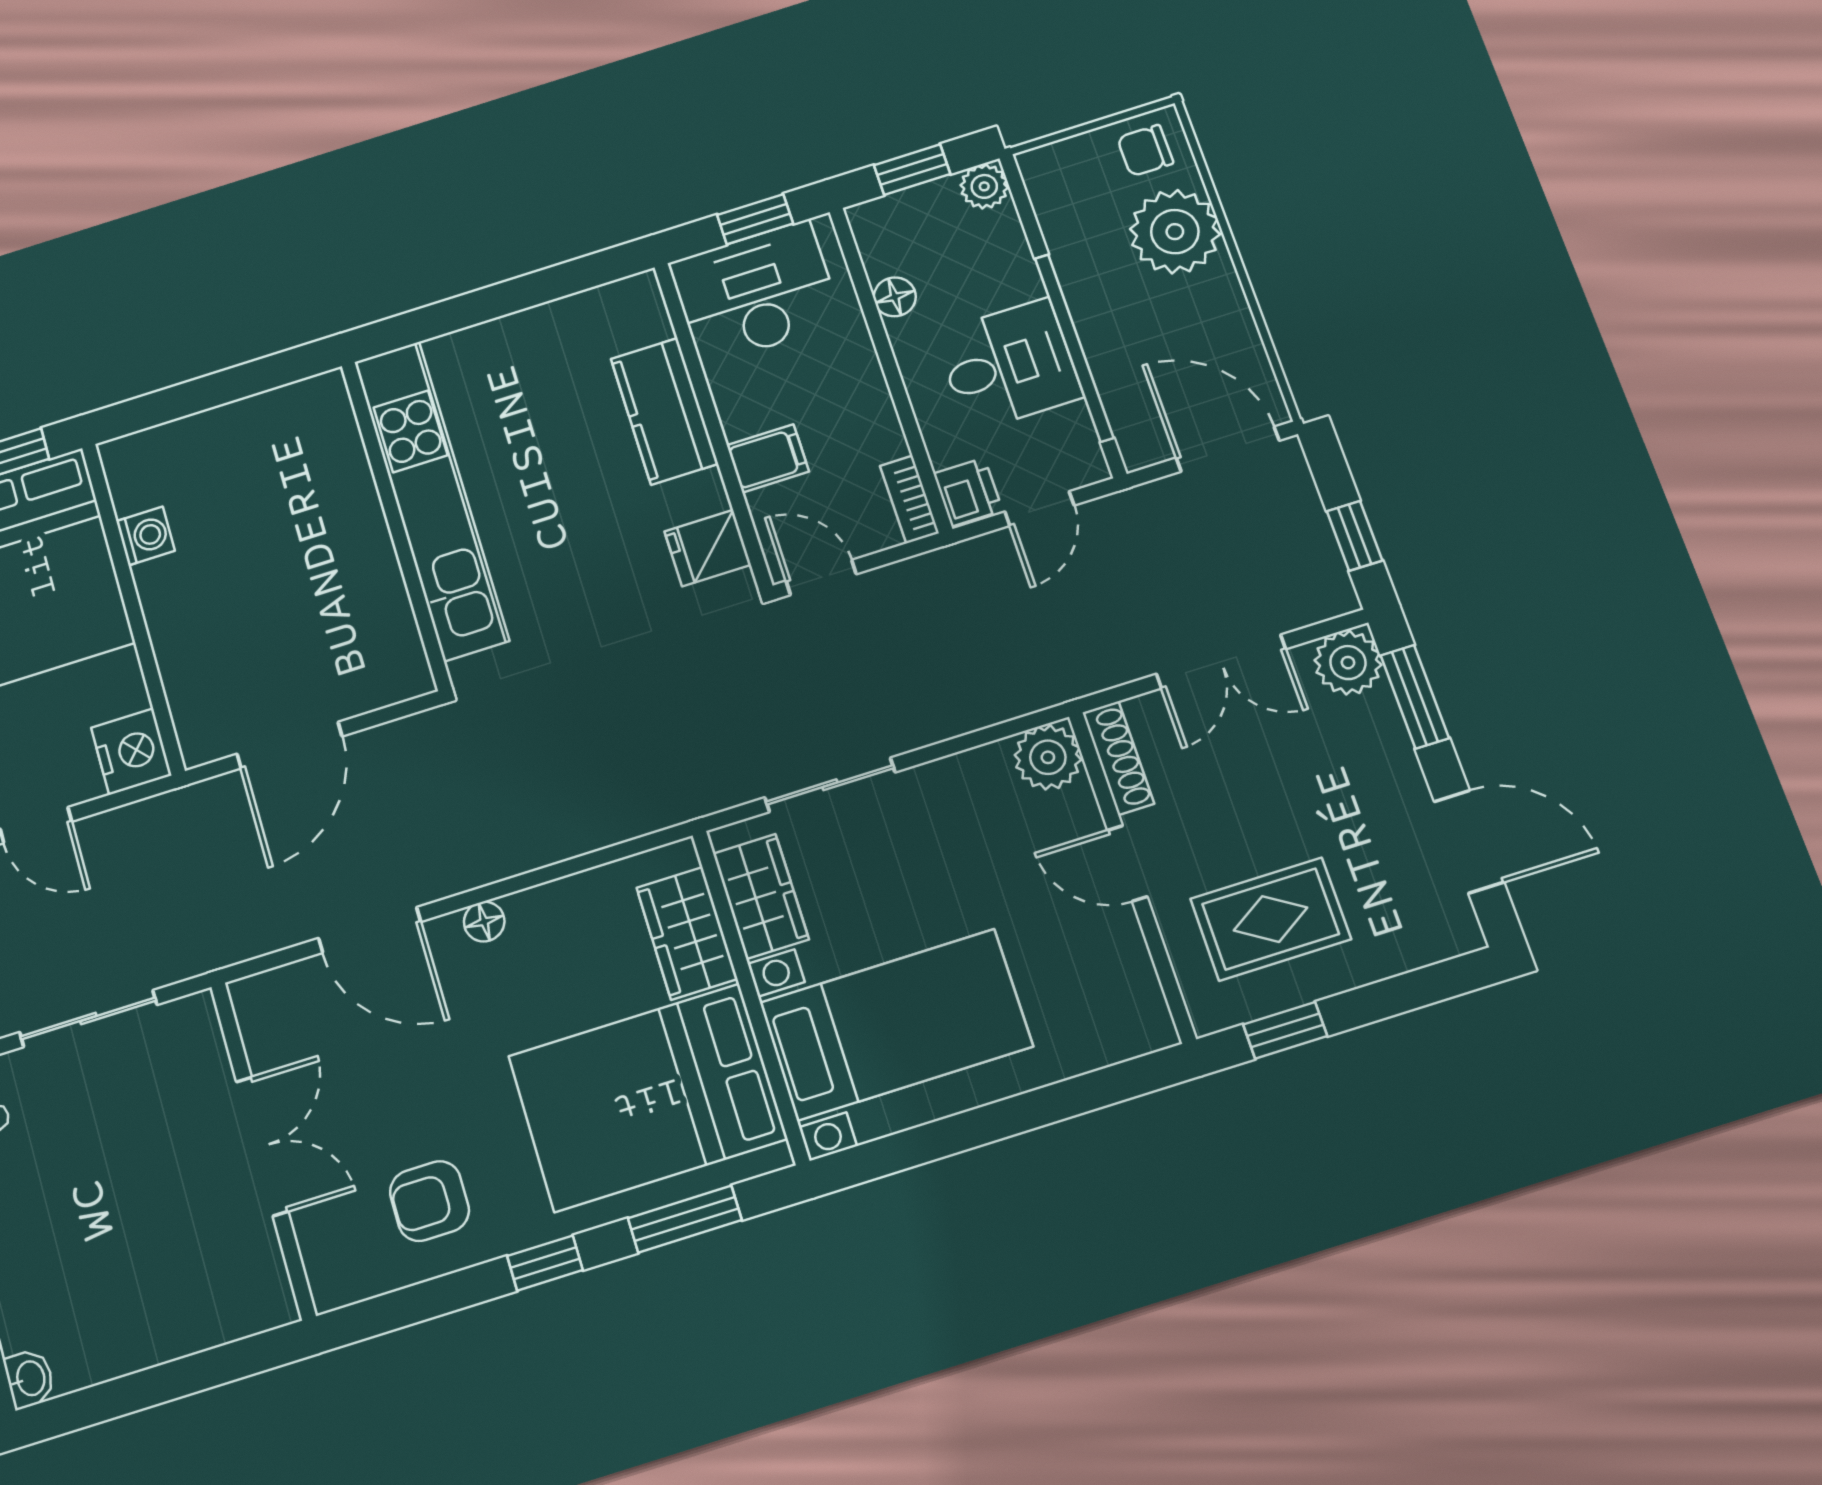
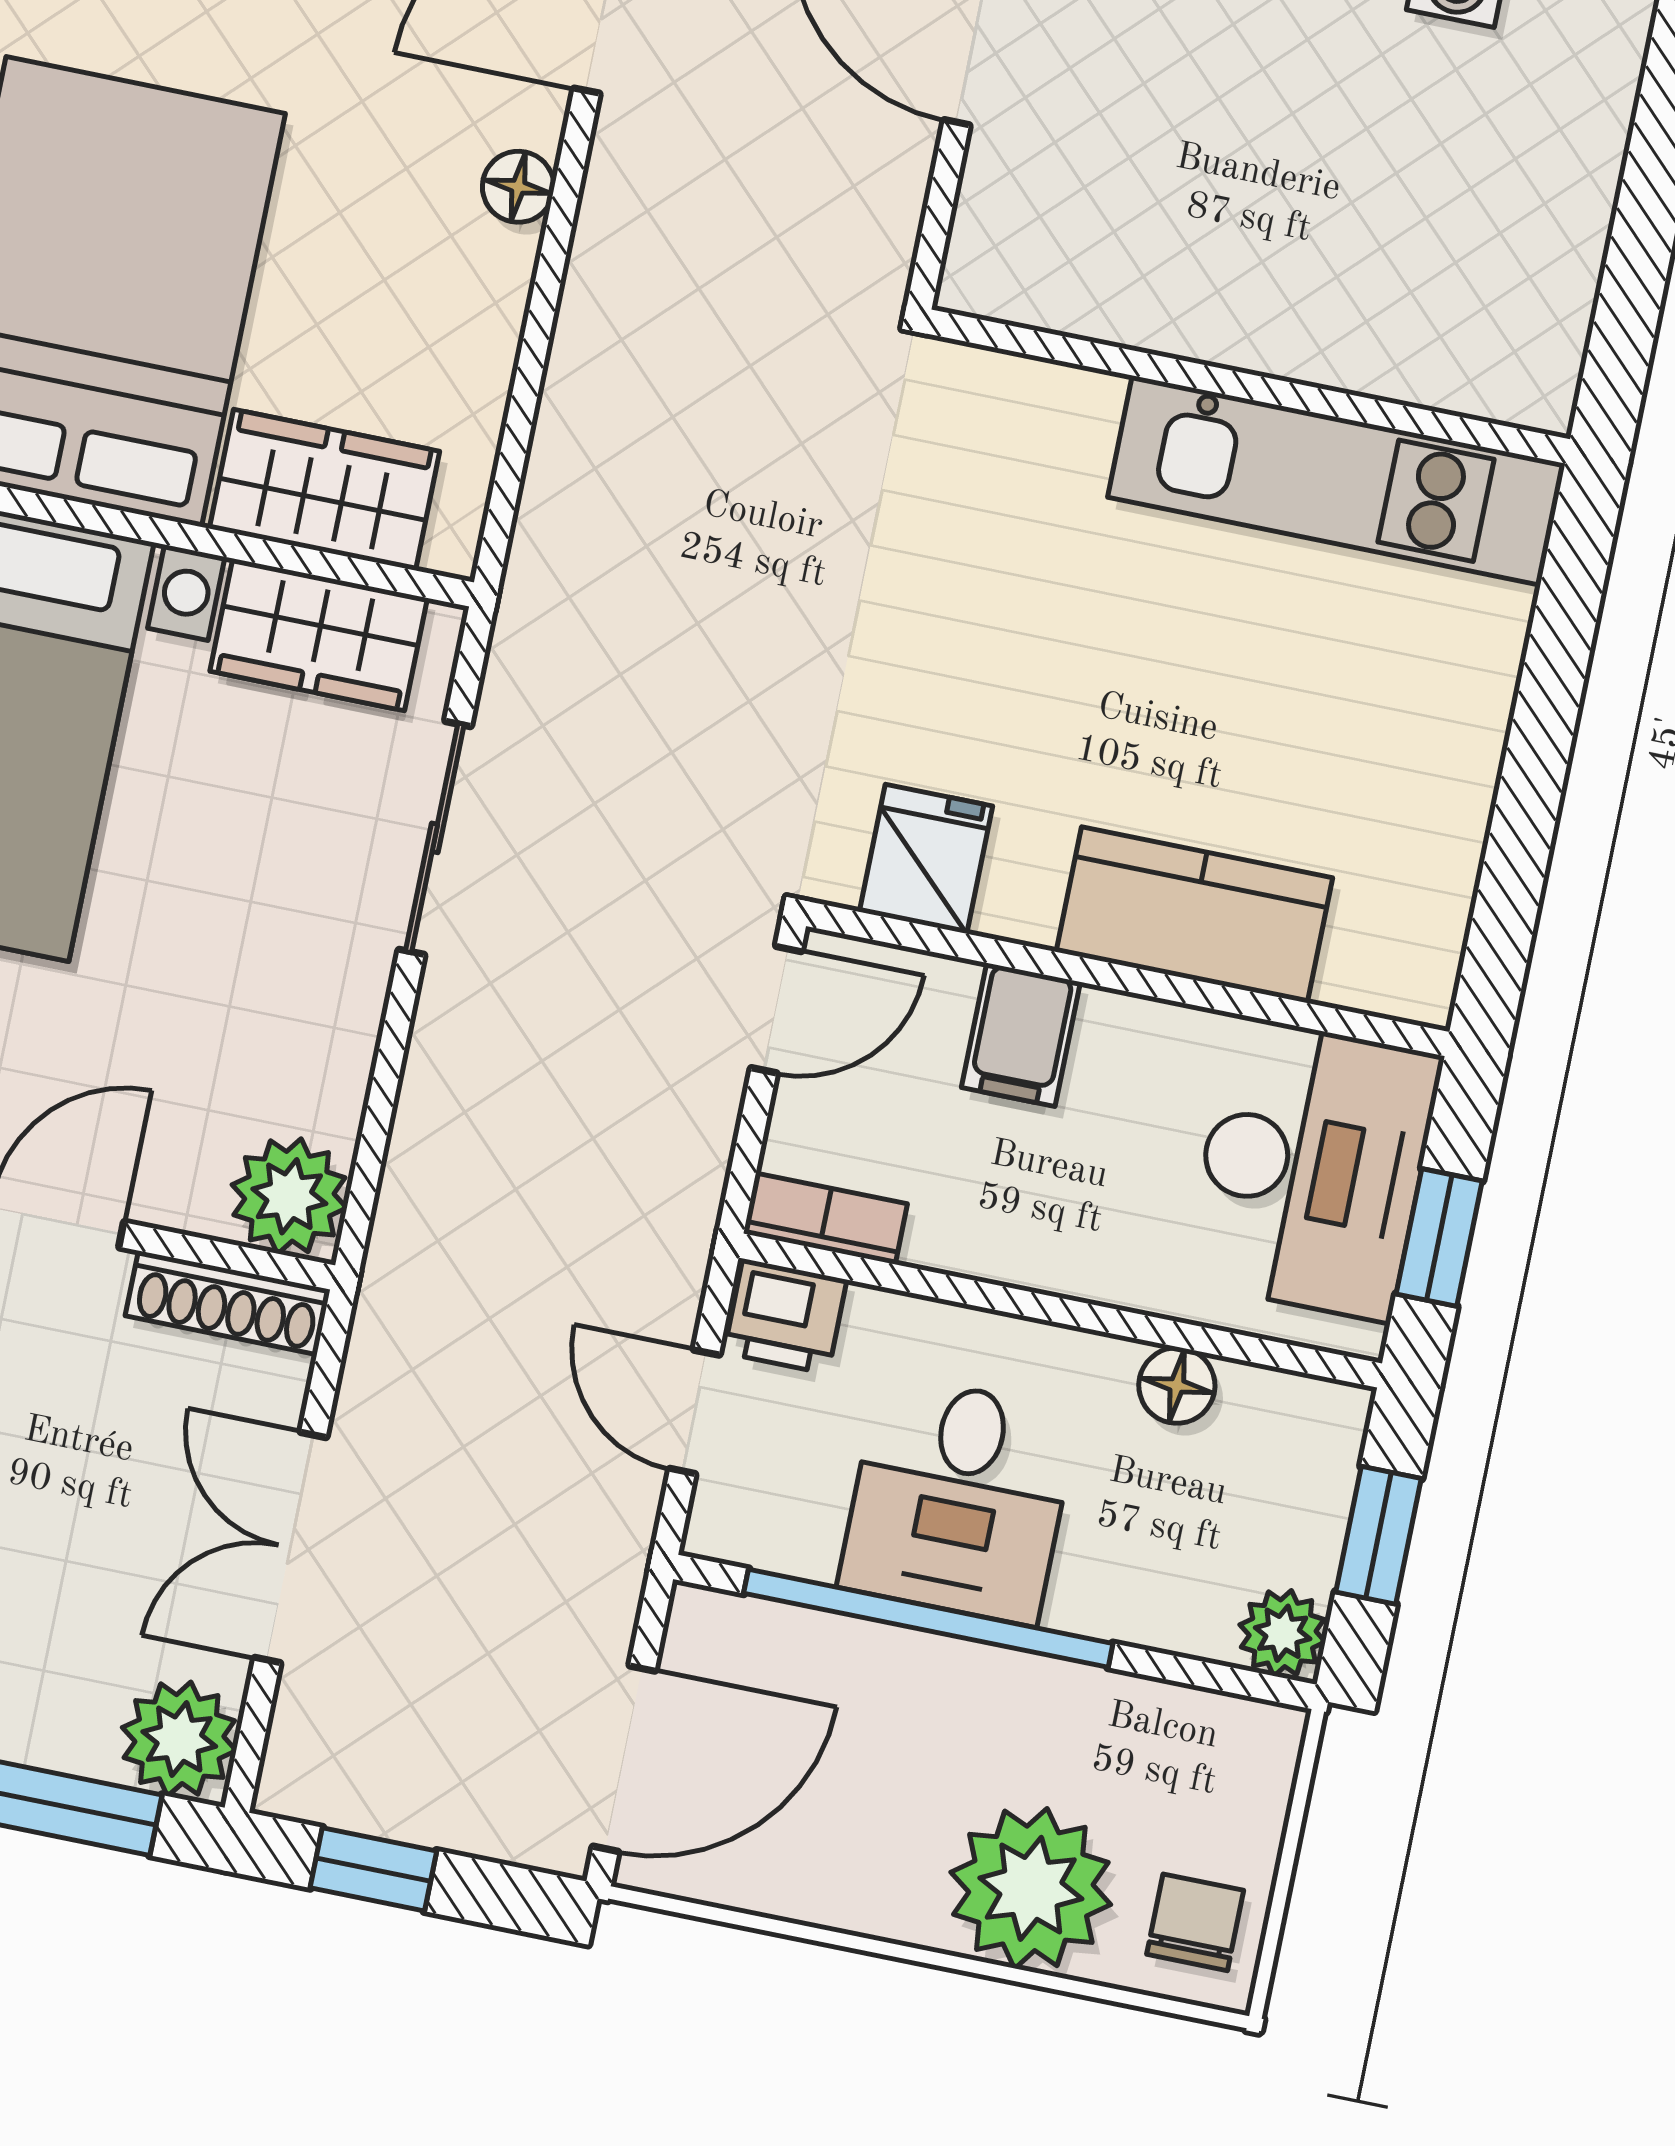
kitchen unit: (431, 500) -> (1336, 480), width x0.73

